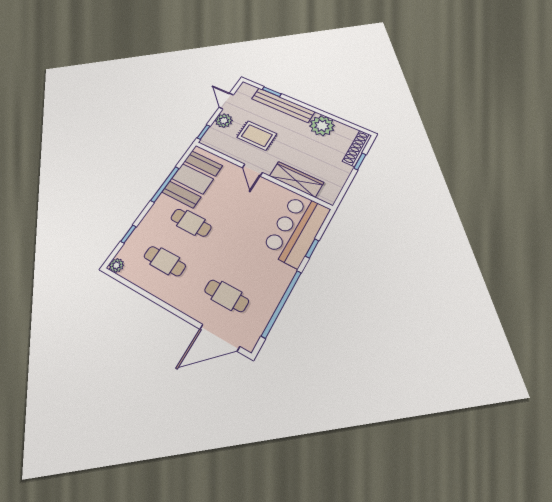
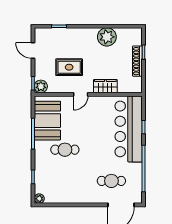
bench: (283, 105) -> (73, 34), removed
plant: (224, 121) -> (41, 86), moved
shoe rack: (357, 148) -> (137, 61), moved
door: (252, 170) -> (81, 94), hinge flipped
wardrobe: (297, 179) -> (105, 86), width x0.67
bar counter: (296, 229) -> (129, 129), width x1.36
cafe table: (165, 261) -> (65, 181), removed

